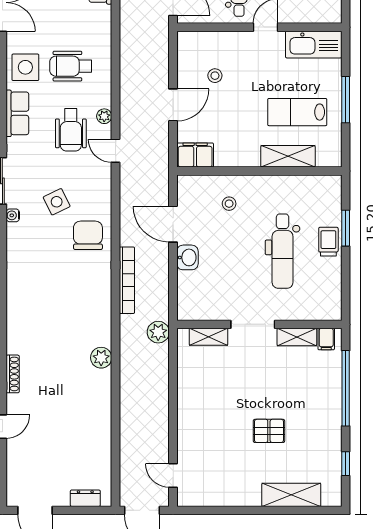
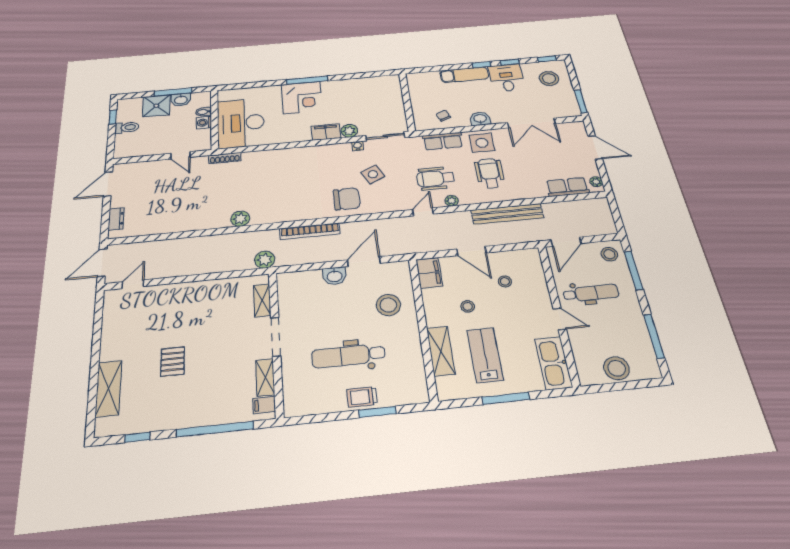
bench: (129, 57) -> (507, 214), added
stool: (240, 120) -> (468, 306), added
stool: (229, 204) -> (388, 305), width x1.89, depth x1.89
trolley: (328, 242) -> (362, 397), turned 180

